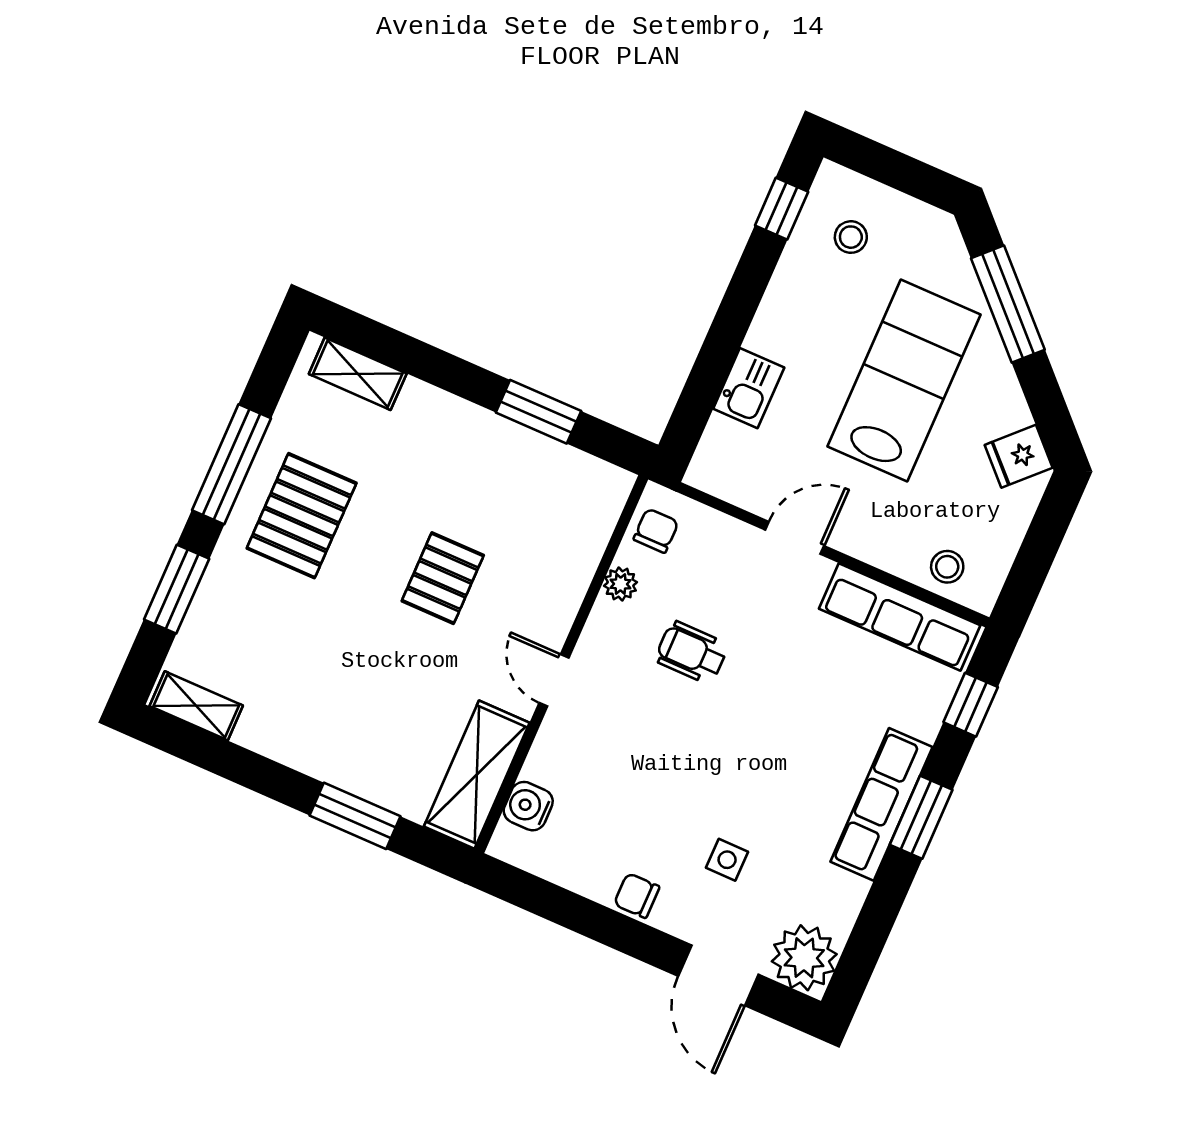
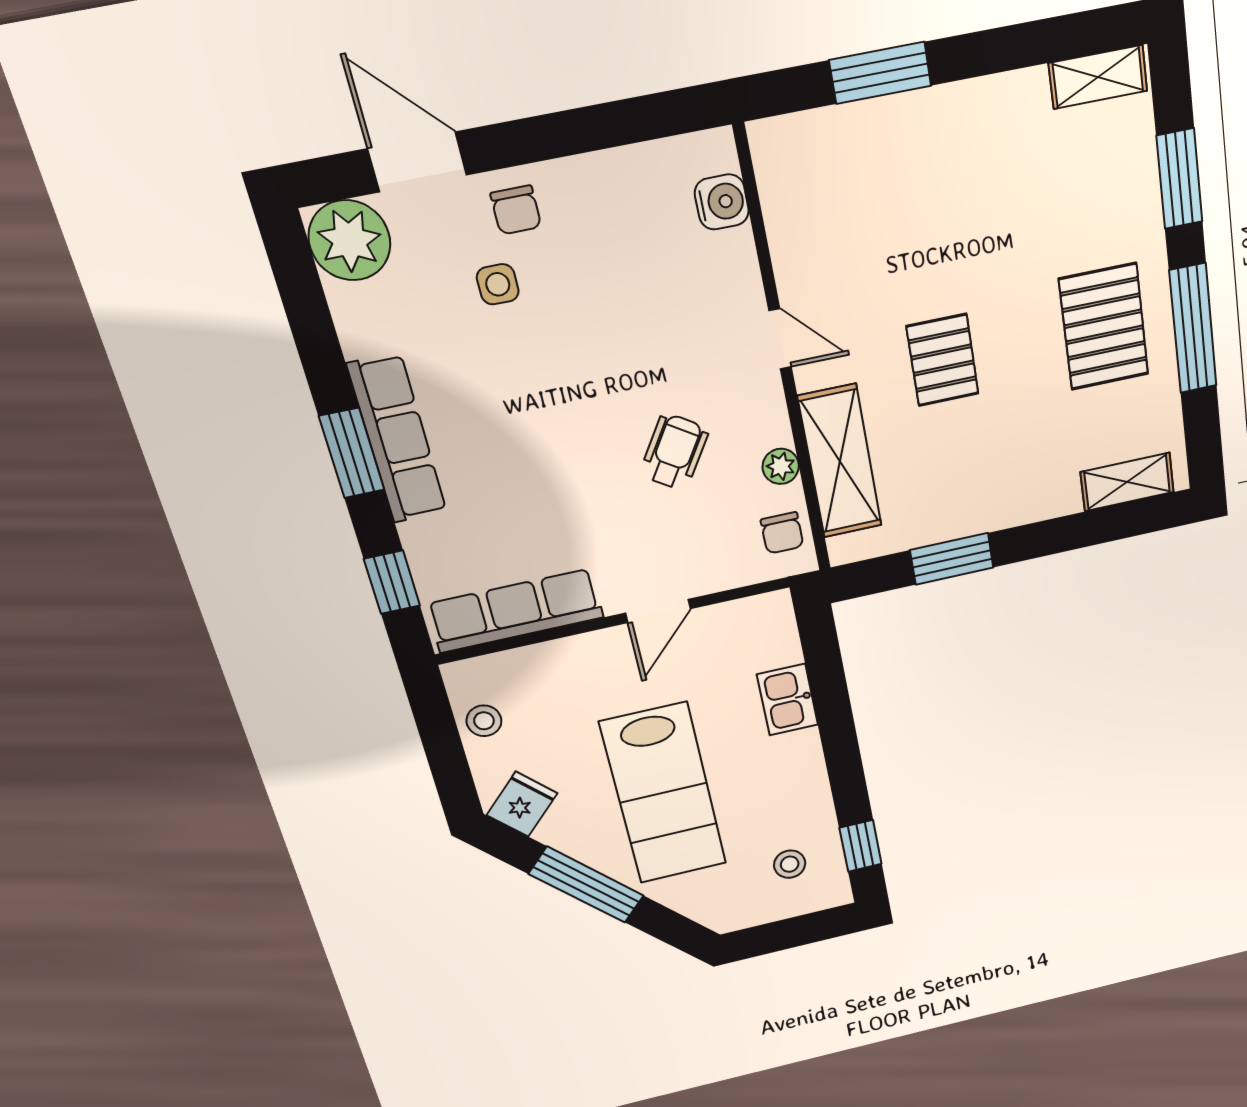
window: (1008, 304) -> (586, 885), moved
stool: (947, 567) -> (484, 721), moved
wheelchair: (692, 652) -> (674, 452), turned -57
shelving: (477, 775) -> (840, 461), moved
chair: (637, 895) -> (516, 210), moved, turned 90

